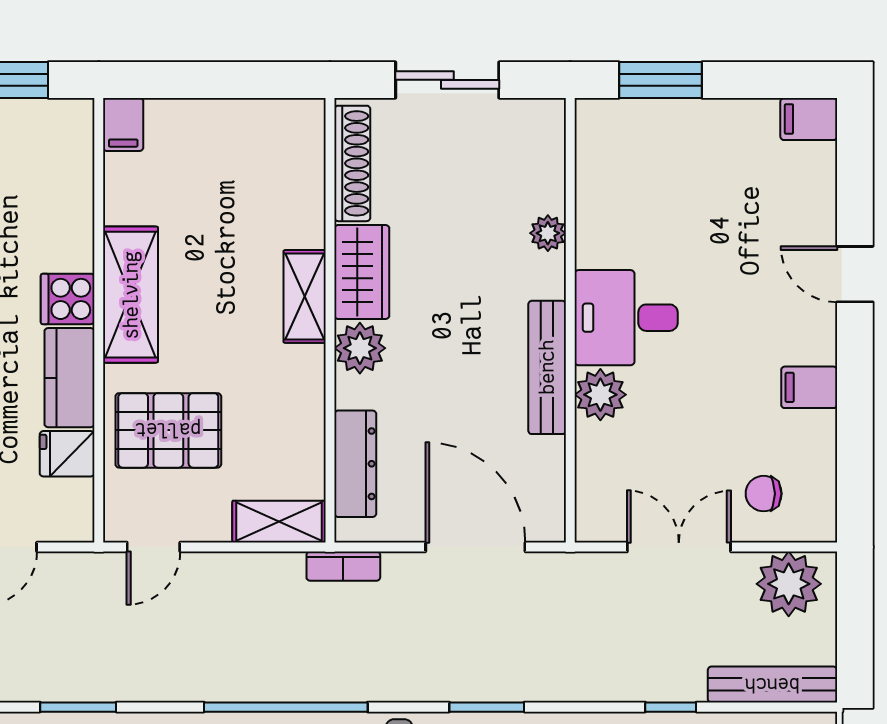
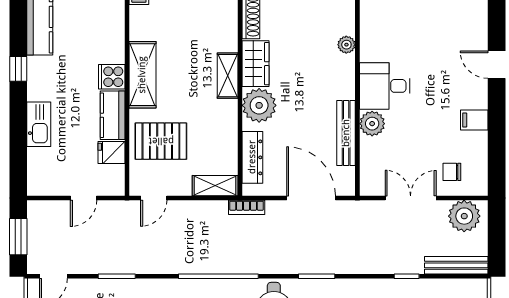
plant: (360, 348) -> (259, 105), width x1.36, depth x1.36
bench: (547, 367) -> (346, 133), moved

